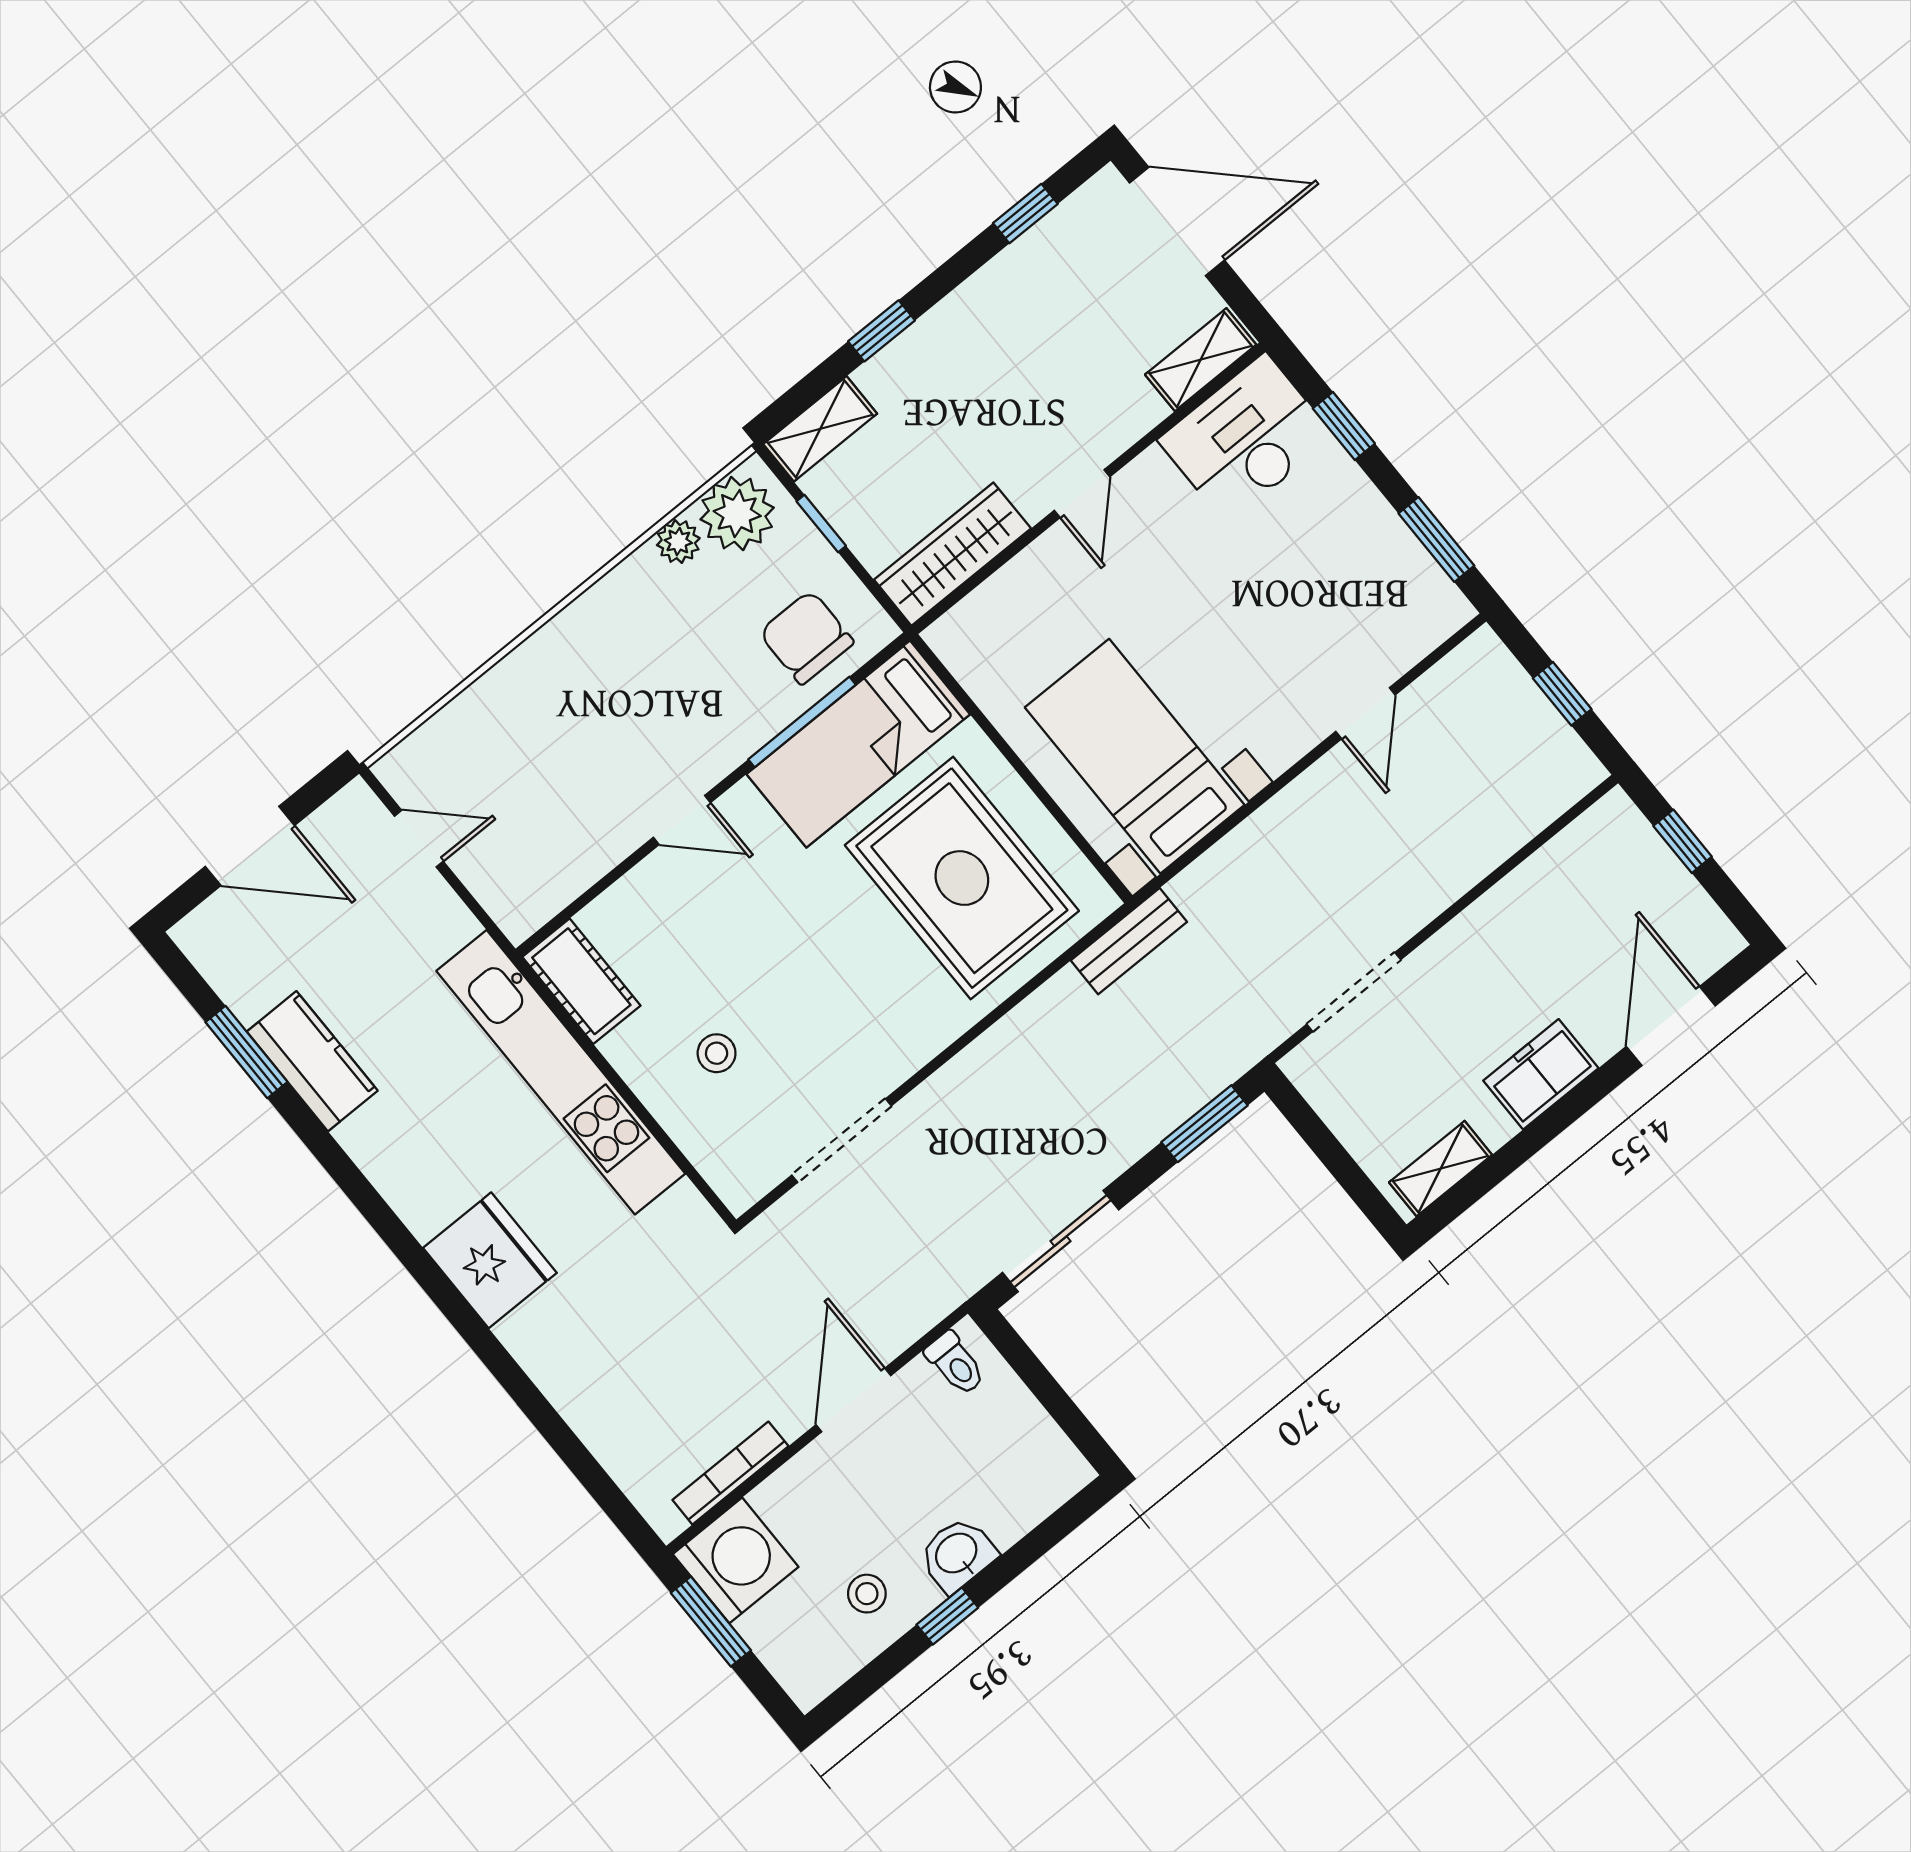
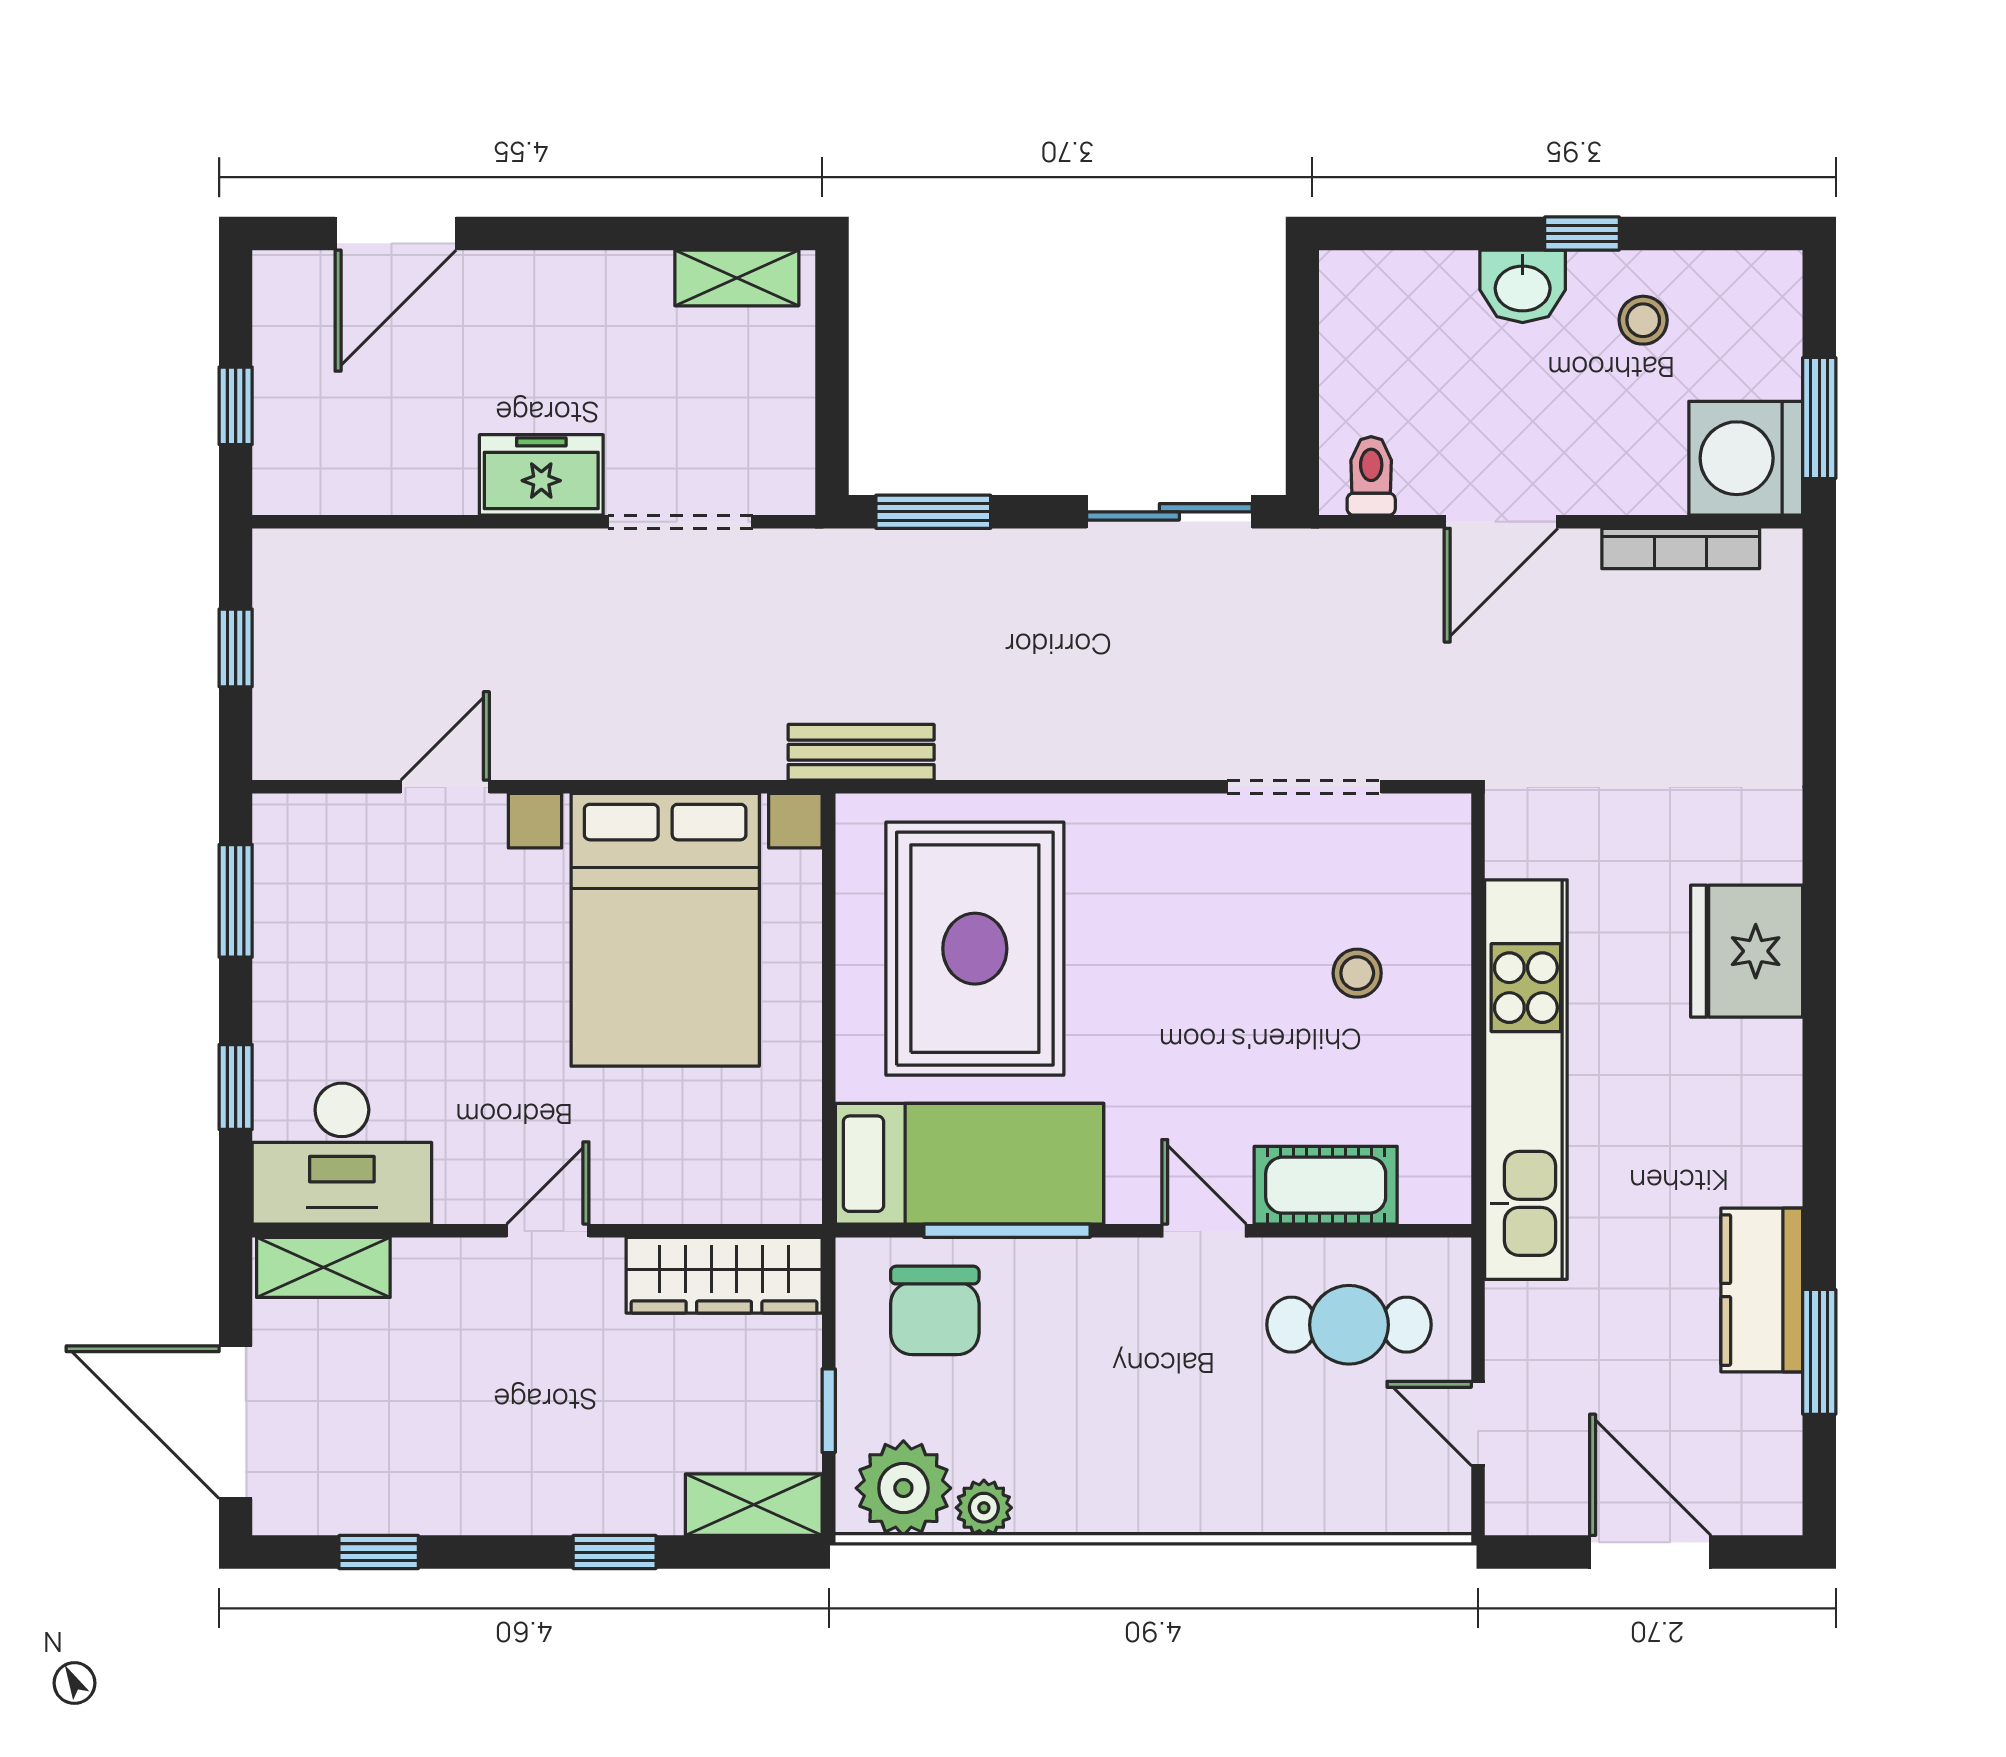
bed with nightstands: (1135, 756) -> (665, 930), width x1.36
cafe table: (547, 835) -> (1349, 1325), added
cot: (581, 981) -> (1326, 1185), moved, turned 90
freezer: (1541, 1074) -> (541, 475), moved, turned 180

